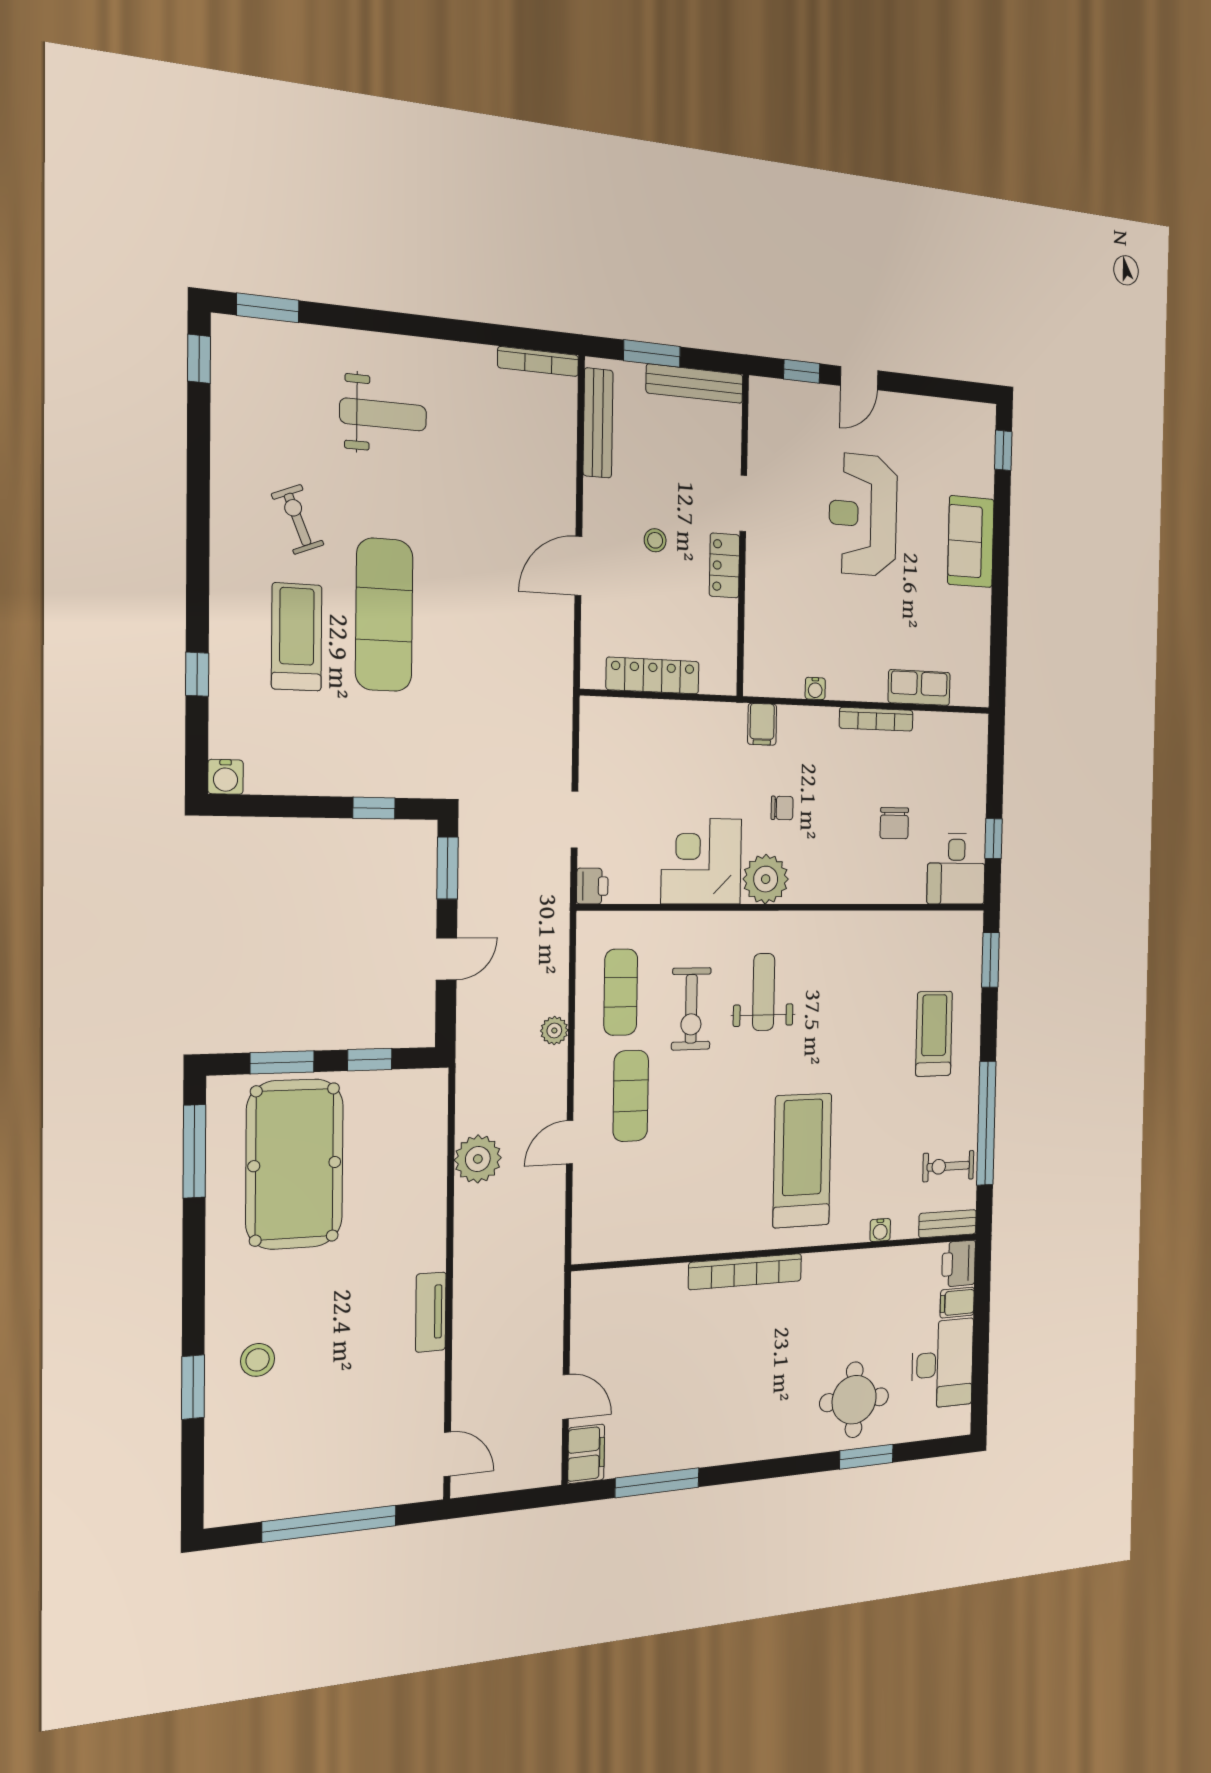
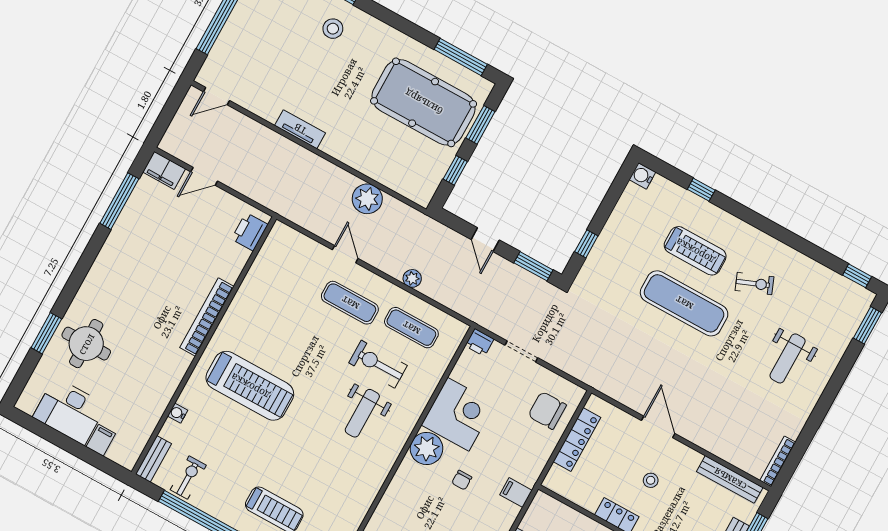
chair: (635, 739) -> (547, 410), added
weight bench: (764, 992) -> (362, 413), turned 90
printer: (959, 1264) -> (250, 232), moved, turned -90

